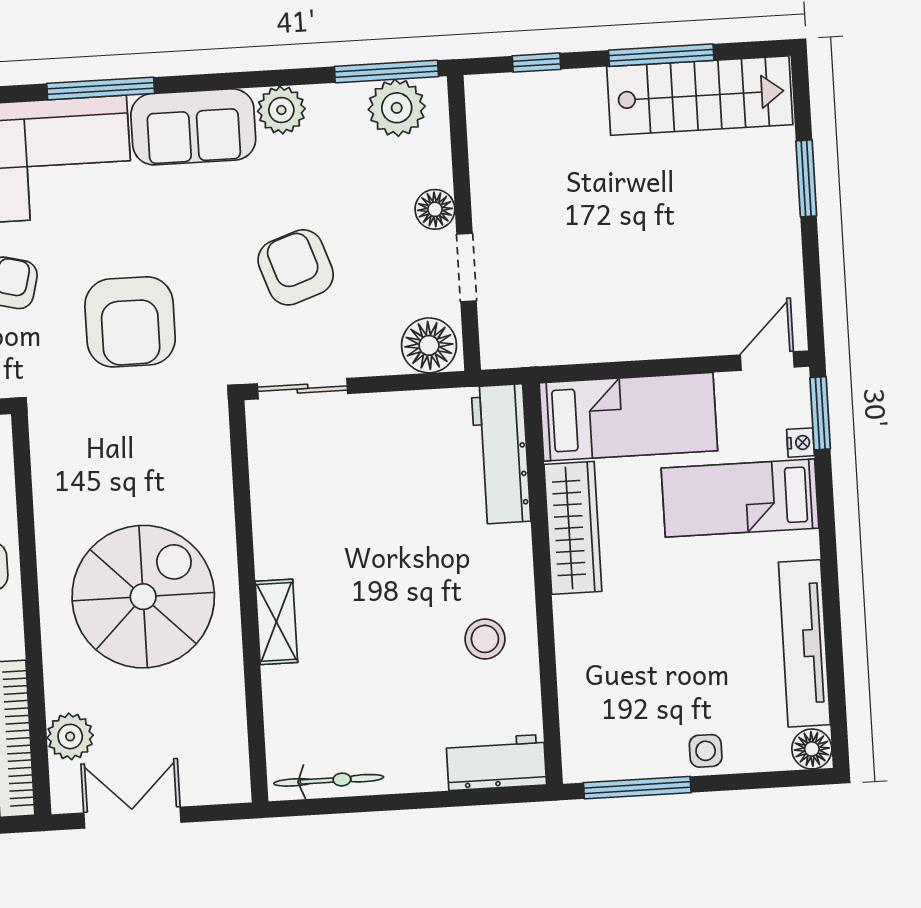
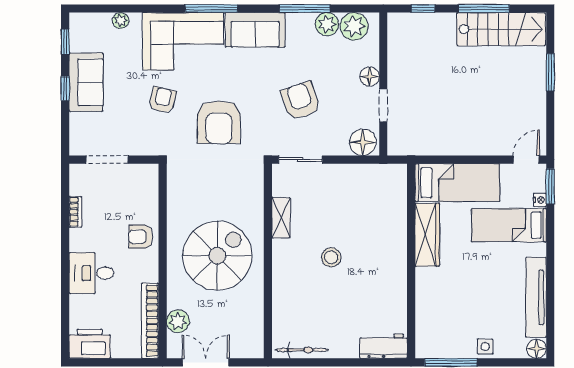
window: (386, 72) -> (305, 8), moved
plant: (281, 110) -> (327, 24), moved
workbench: (501, 454) -> (395, 197), removed
shelving: (276, 622) -> (281, 218), moved
stool: (485, 639) -> (331, 257), moved

